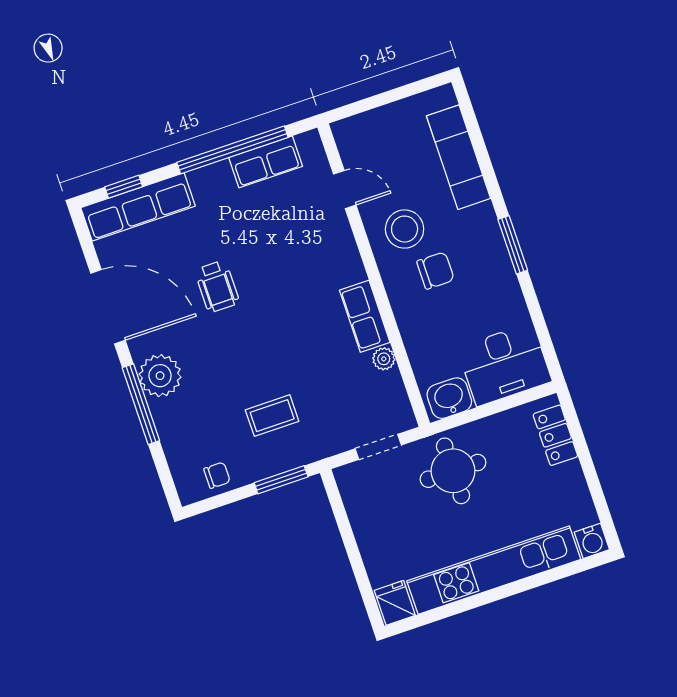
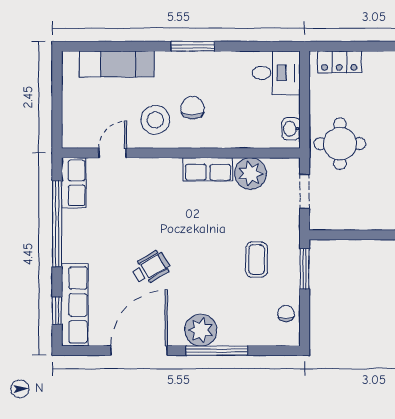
row of seats: (266, 162) -> (74, 183), moved
wheelchair: (217, 286) -> (151, 268), turned -31
plant: (384, 359) -> (250, 174), width x1.87, depth x1.87
desk: (505, 364) -> (276, 73), width x0.73
washbasin: (449, 398) -> (291, 129), width x0.72, depth x0.69

